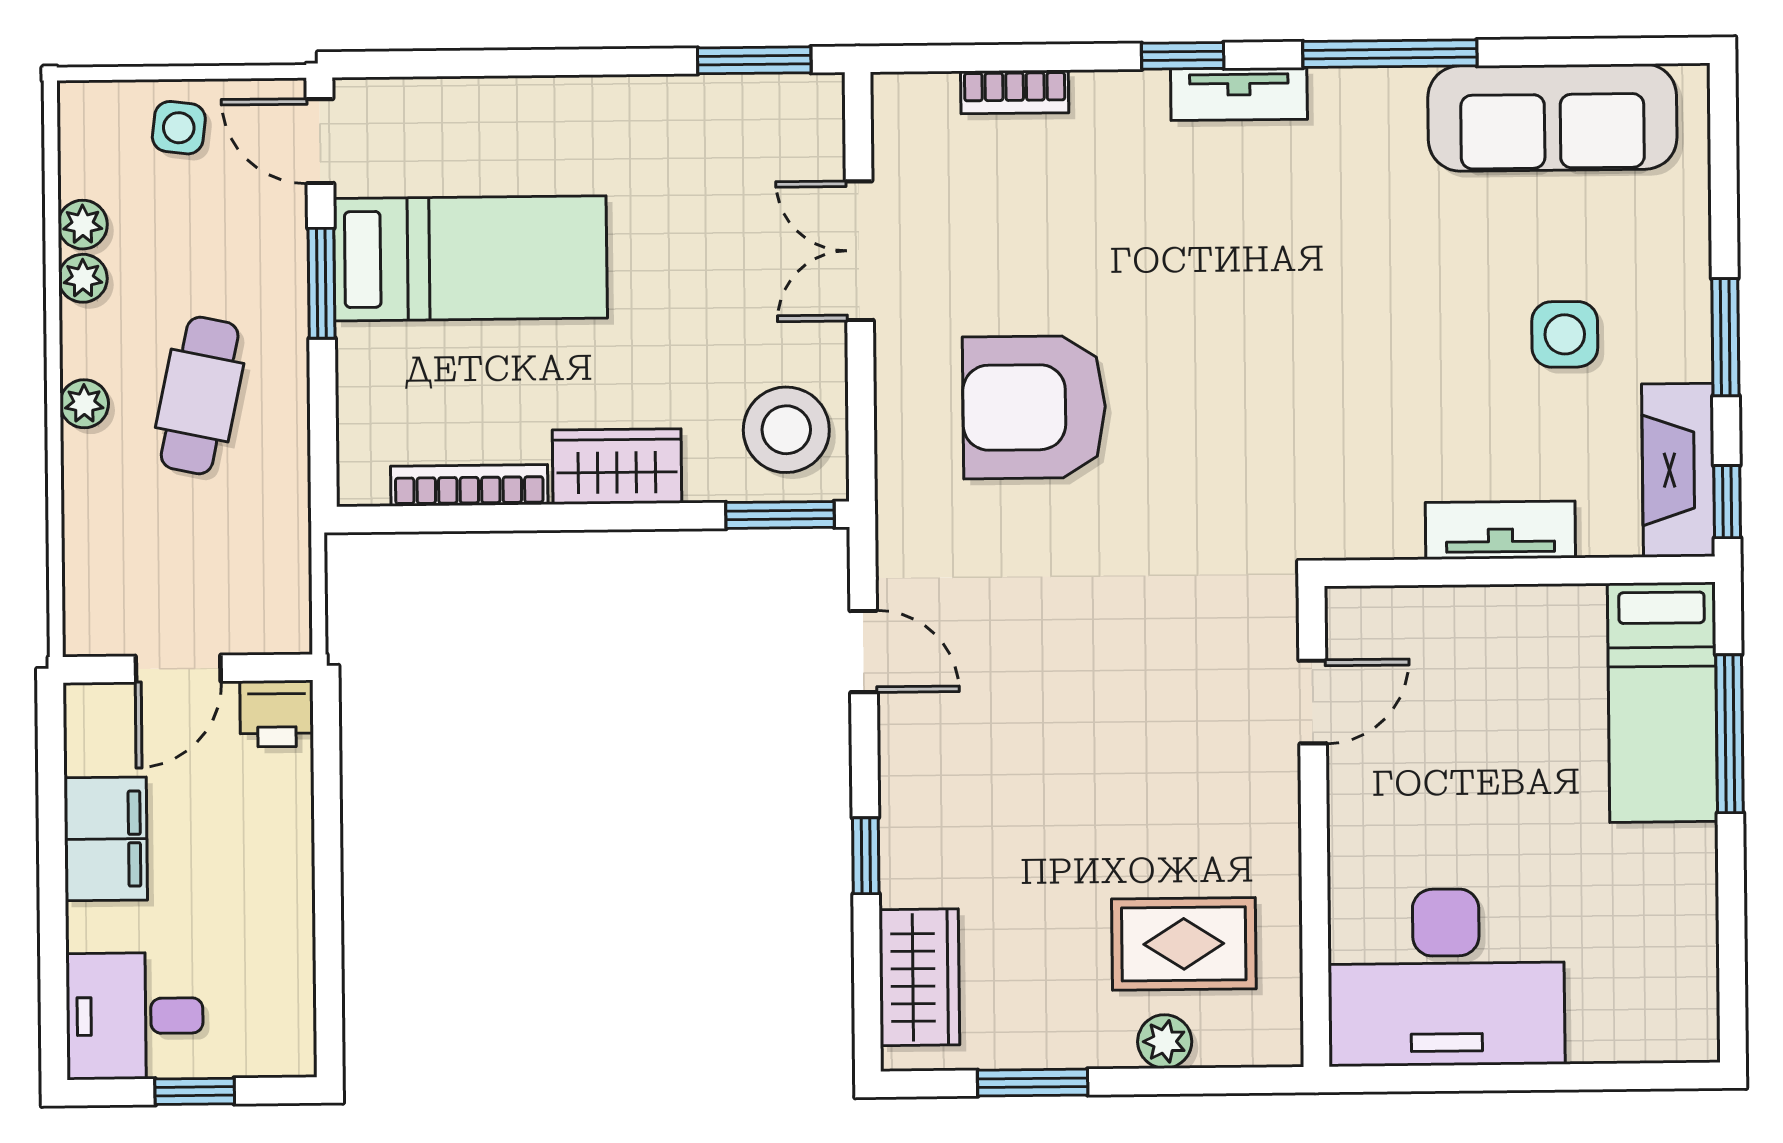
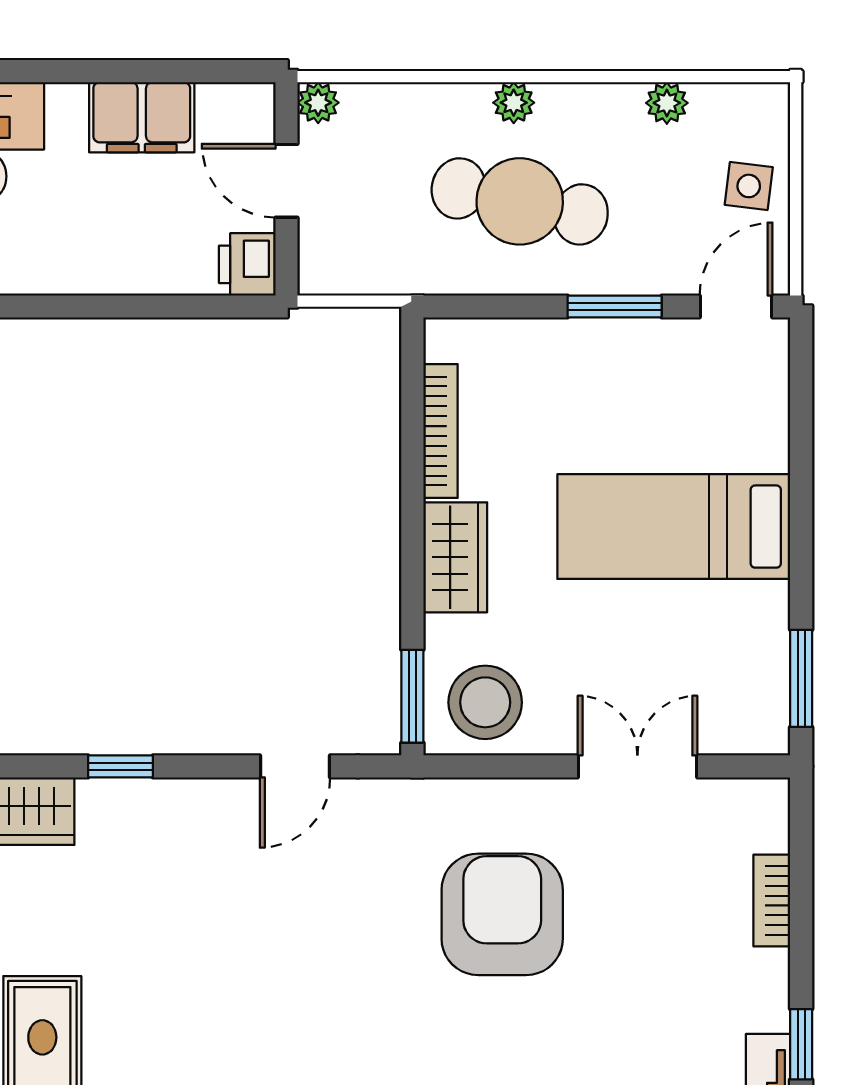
bed: (470, 258) -> (674, 527), moved, turned 90
plant: (83, 278) -> (318, 103), moved
cafe table: (200, 395) -> (520, 201), width x1.37, depth x1.35

